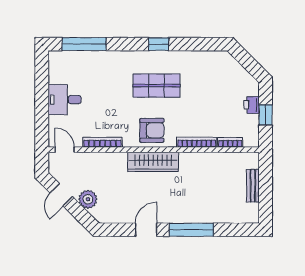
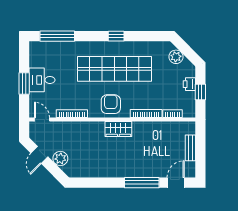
plant: (235, 70) -> (176, 57), added
shop shelf: (157, 86) -> (114, 69), width x2.00, depth x1.36
window: (42, 104) -> (24, 84), added
armchair: (152, 130) -> (111, 104), turned -90
wardrobe: (153, 162) -> (118, 129), width x0.67
door: (146, 230) -> (176, 183), moved

